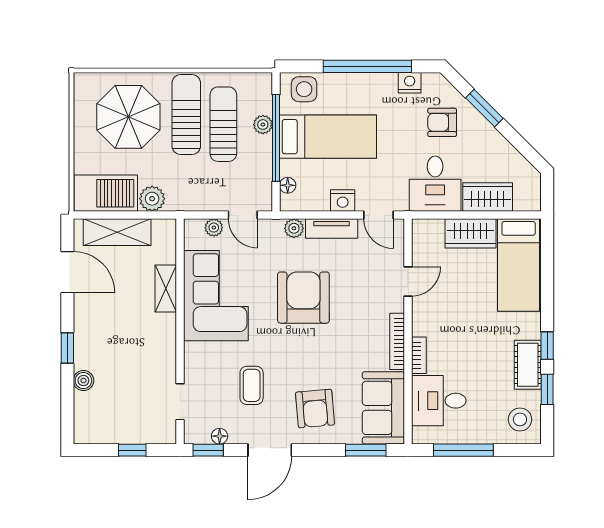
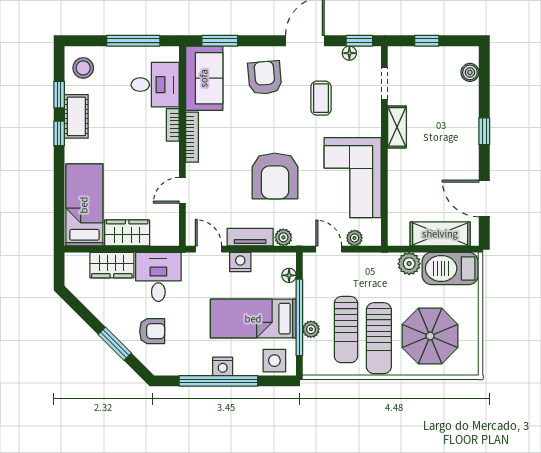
nightstand: (410, 83) -> (223, 366), moved
shelving: (166, 288) -> (397, 127), moved
boiler: (83, 381) -> (470, 72), moved

